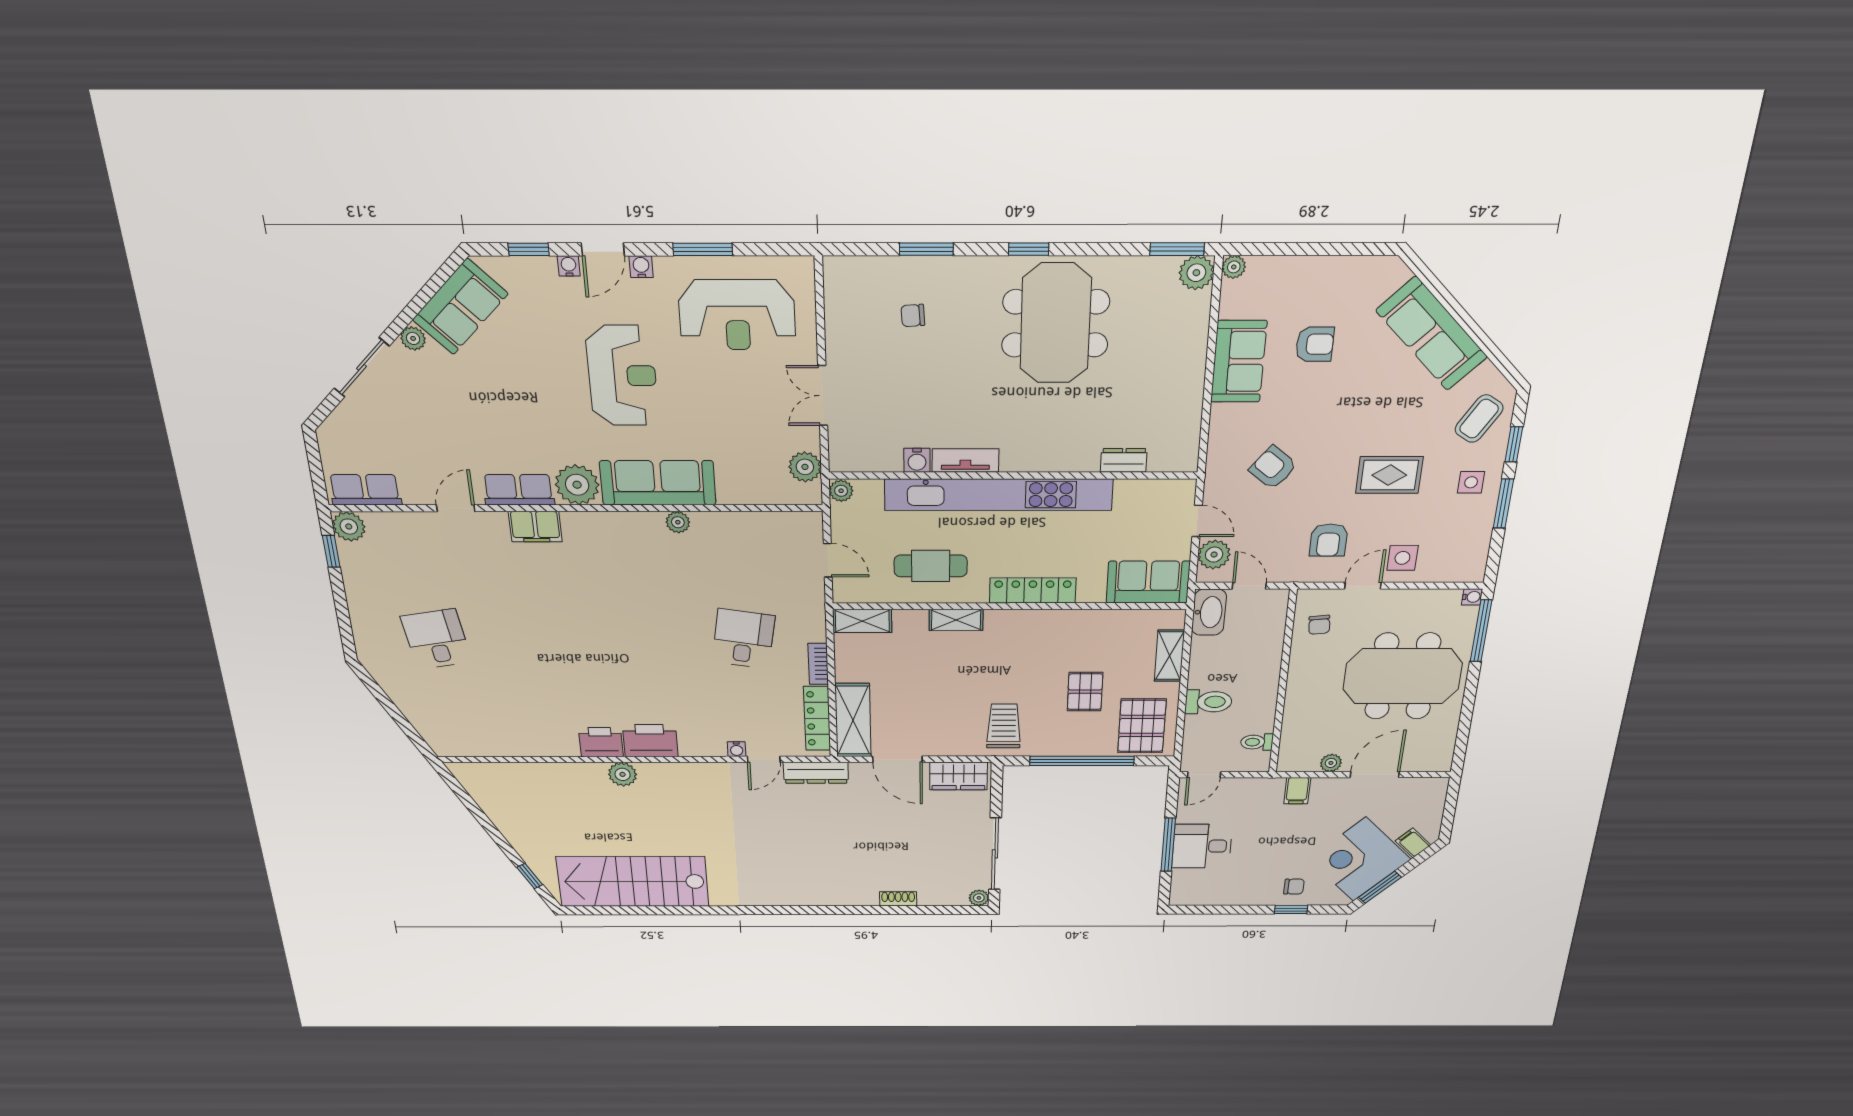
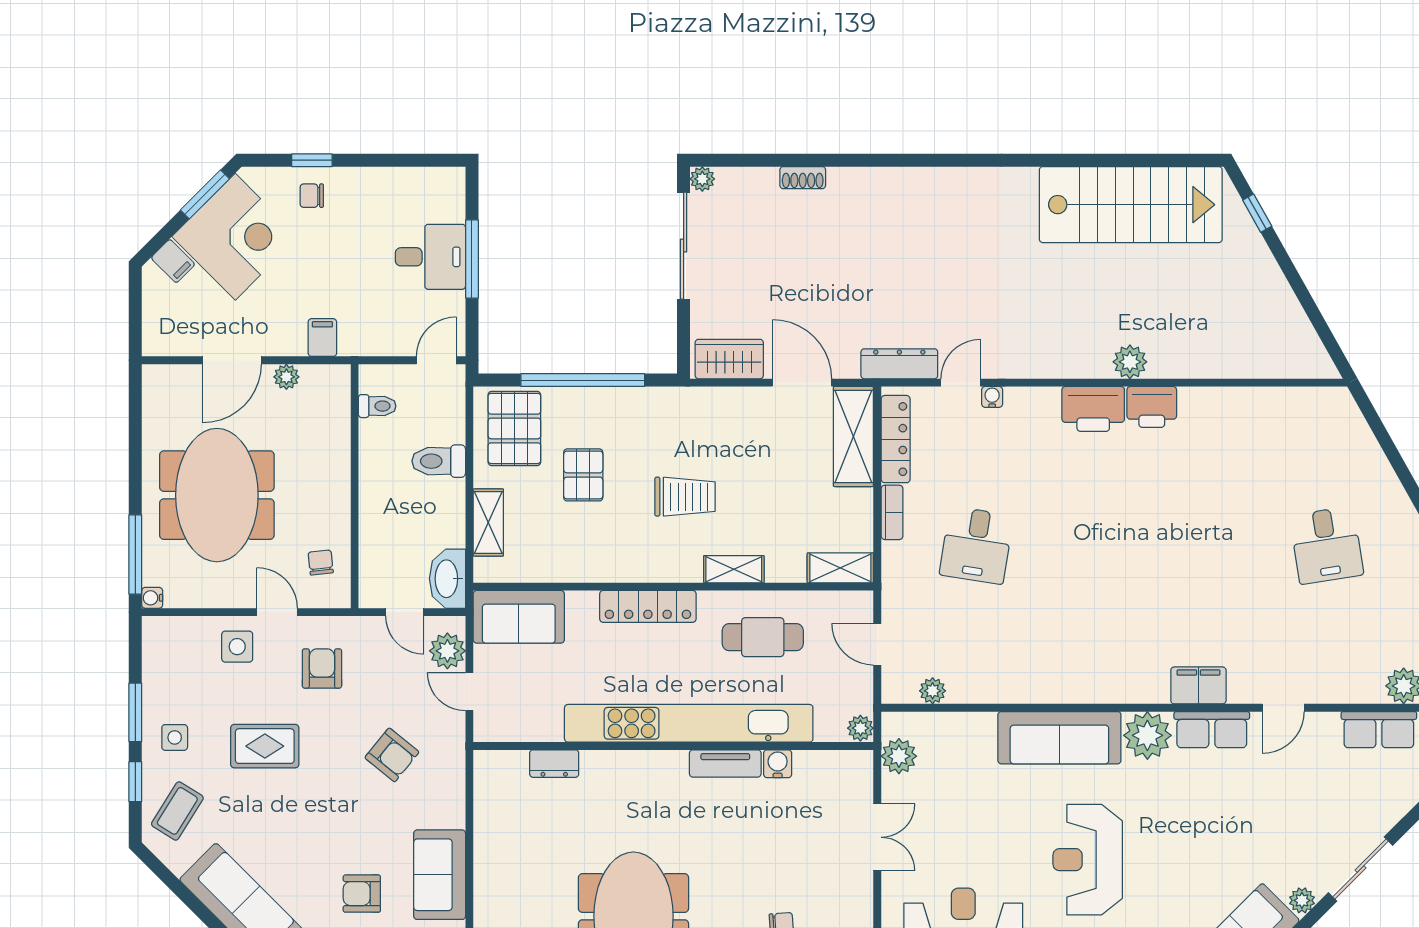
plant: (678, 522) -> (933, 691), moved
door: (1363, 586) -> (277, 612), swing flipped
meeting table: (1403, 676) -> (217, 495), turned 90
trolley: (1004, 726) -> (685, 497), moved, turned -90

